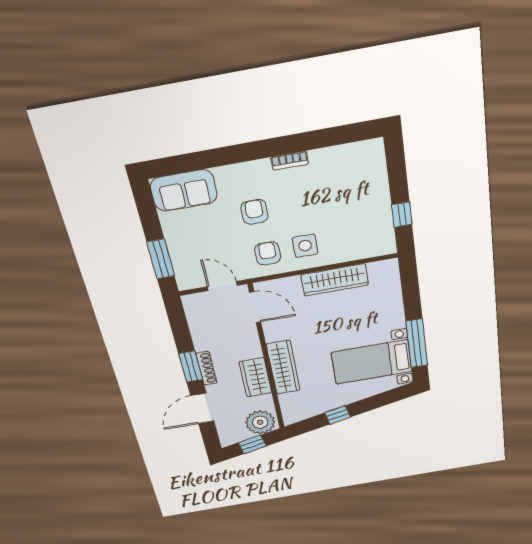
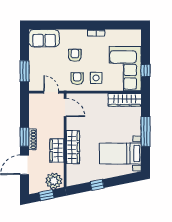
corner sofa: (360, 218) -> (125, 69), added
wardrobe: (335, 280) -> (125, 100), moved
window: (417, 343) -> (146, 131), moved

